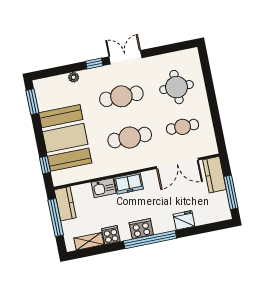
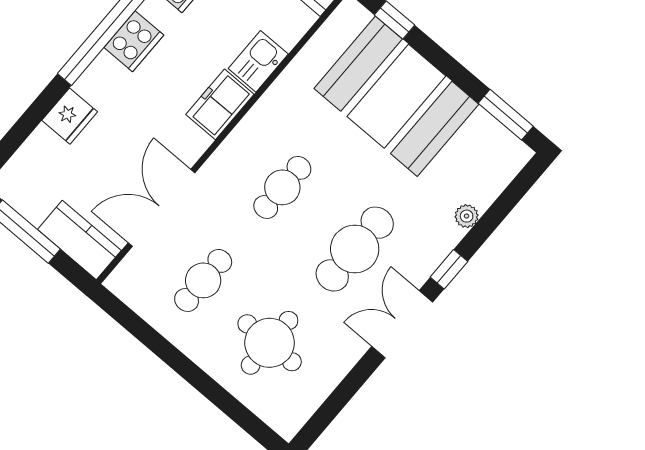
double door: (125, 57) -> (402, 324), swing flipped
cafe table: (130, 137) -> (282, 187), width x0.73, depth x0.74

